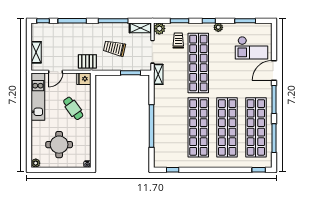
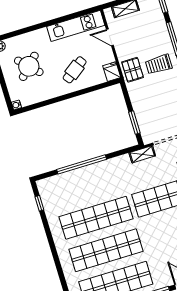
trolley: (114, 48) -> (159, 64), moved, turned -103
round table: (59, 145) -> (29, 66), turned 45

